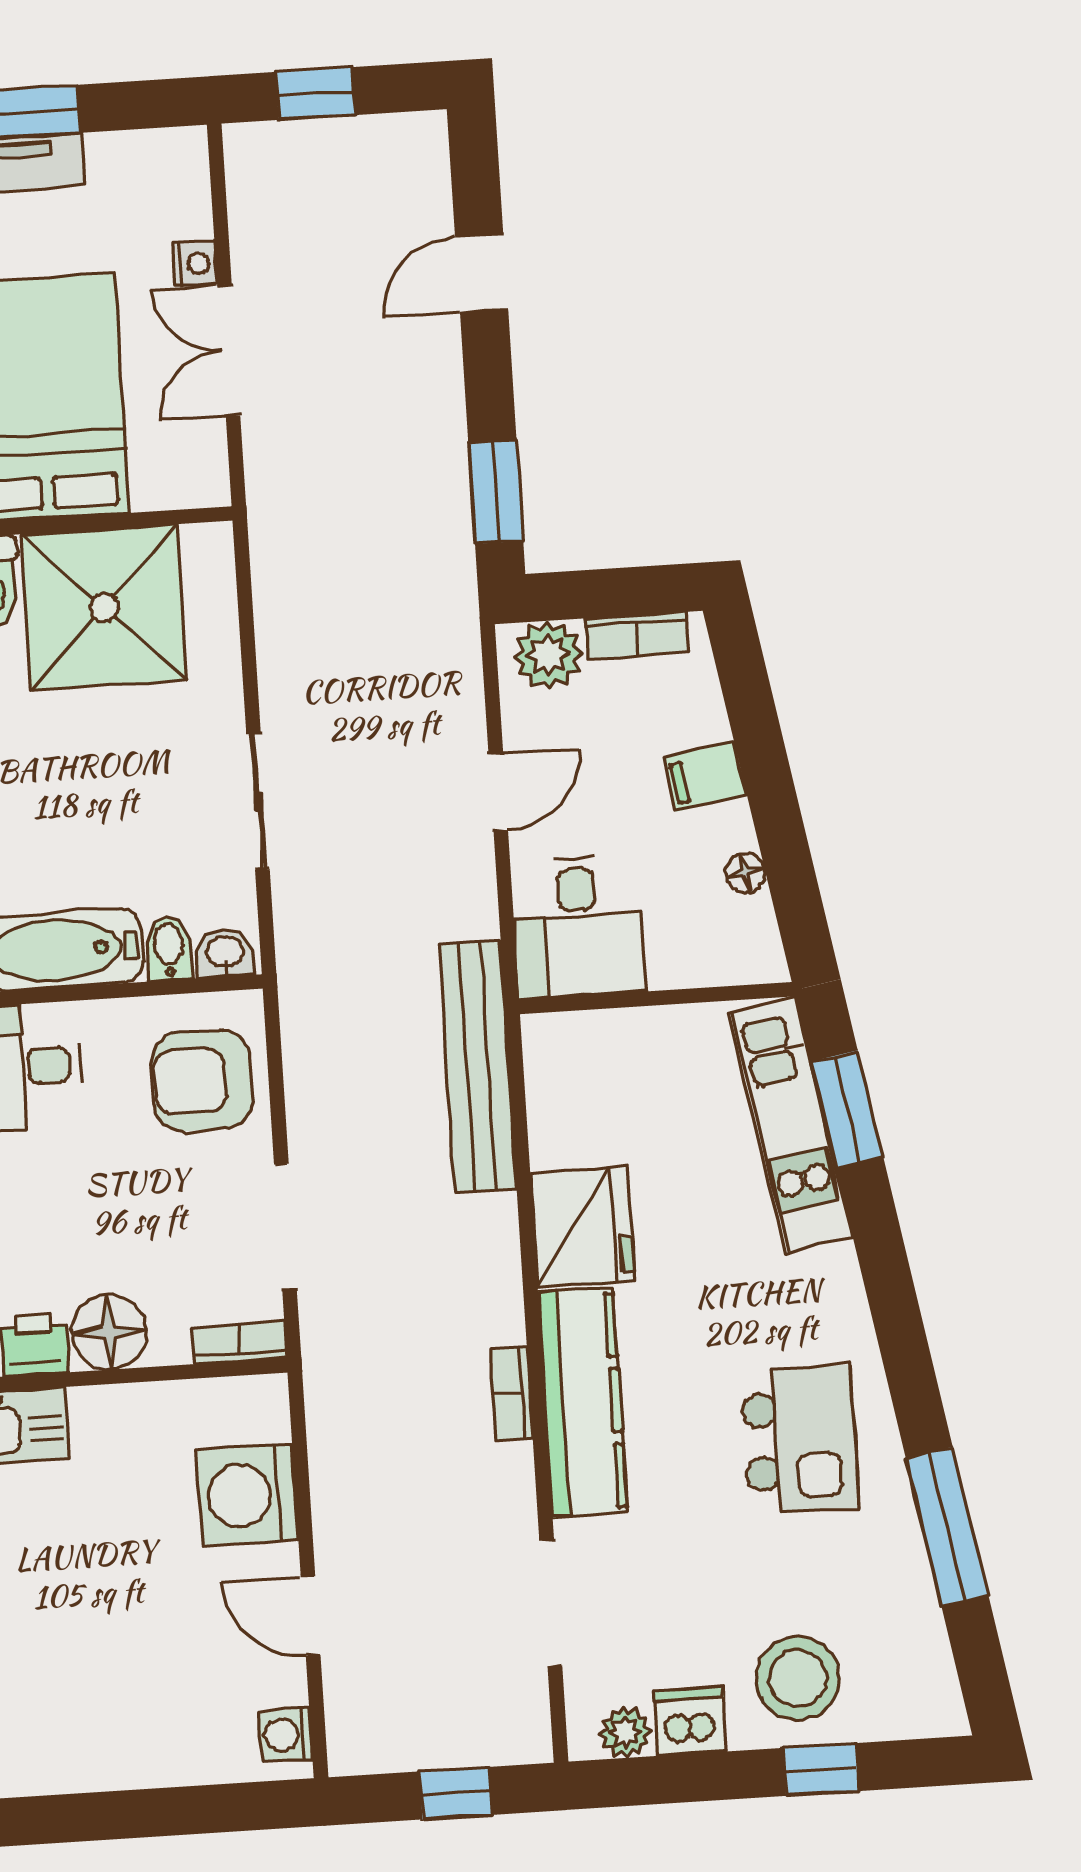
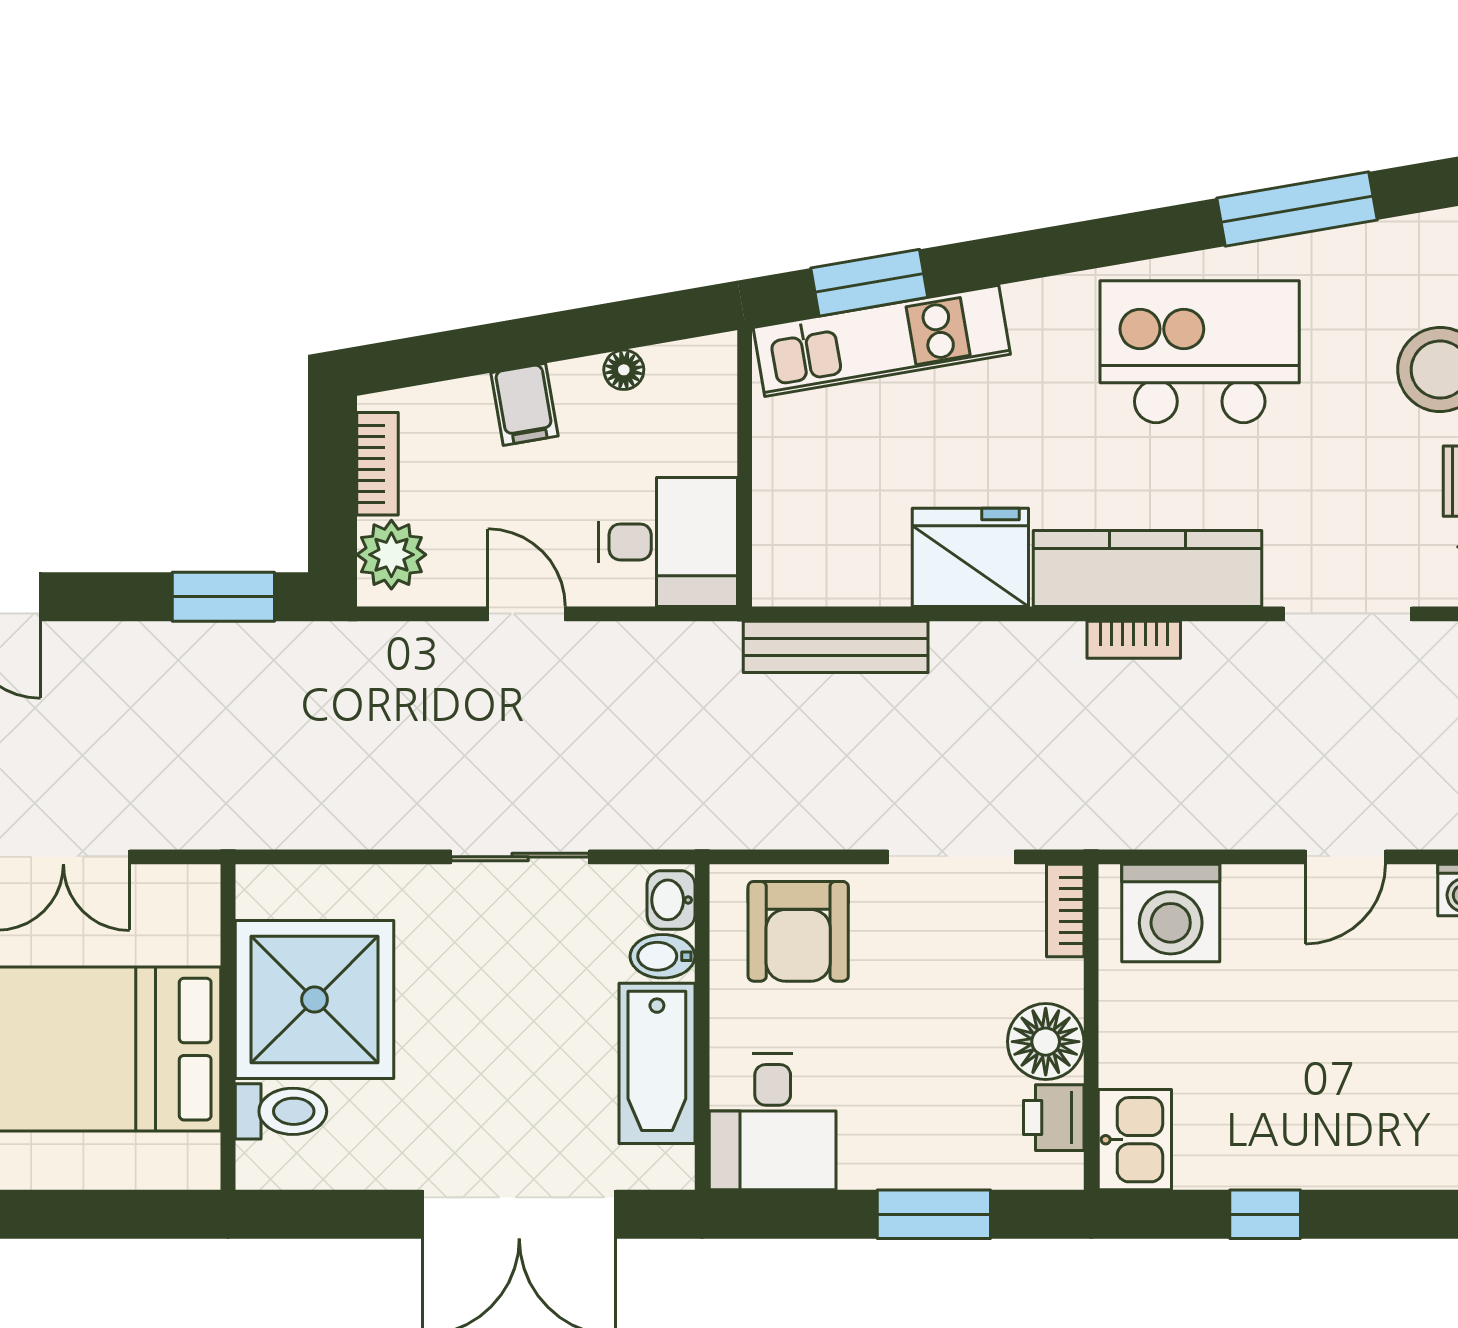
bench: (478, 1066) -> (836, 647), width x0.73, depth x0.82
kitchen island: (800, 1440) -> (1200, 352), width x1.37, depth x1.28
washing machine: (247, 1495) -> (1171, 913), moved

